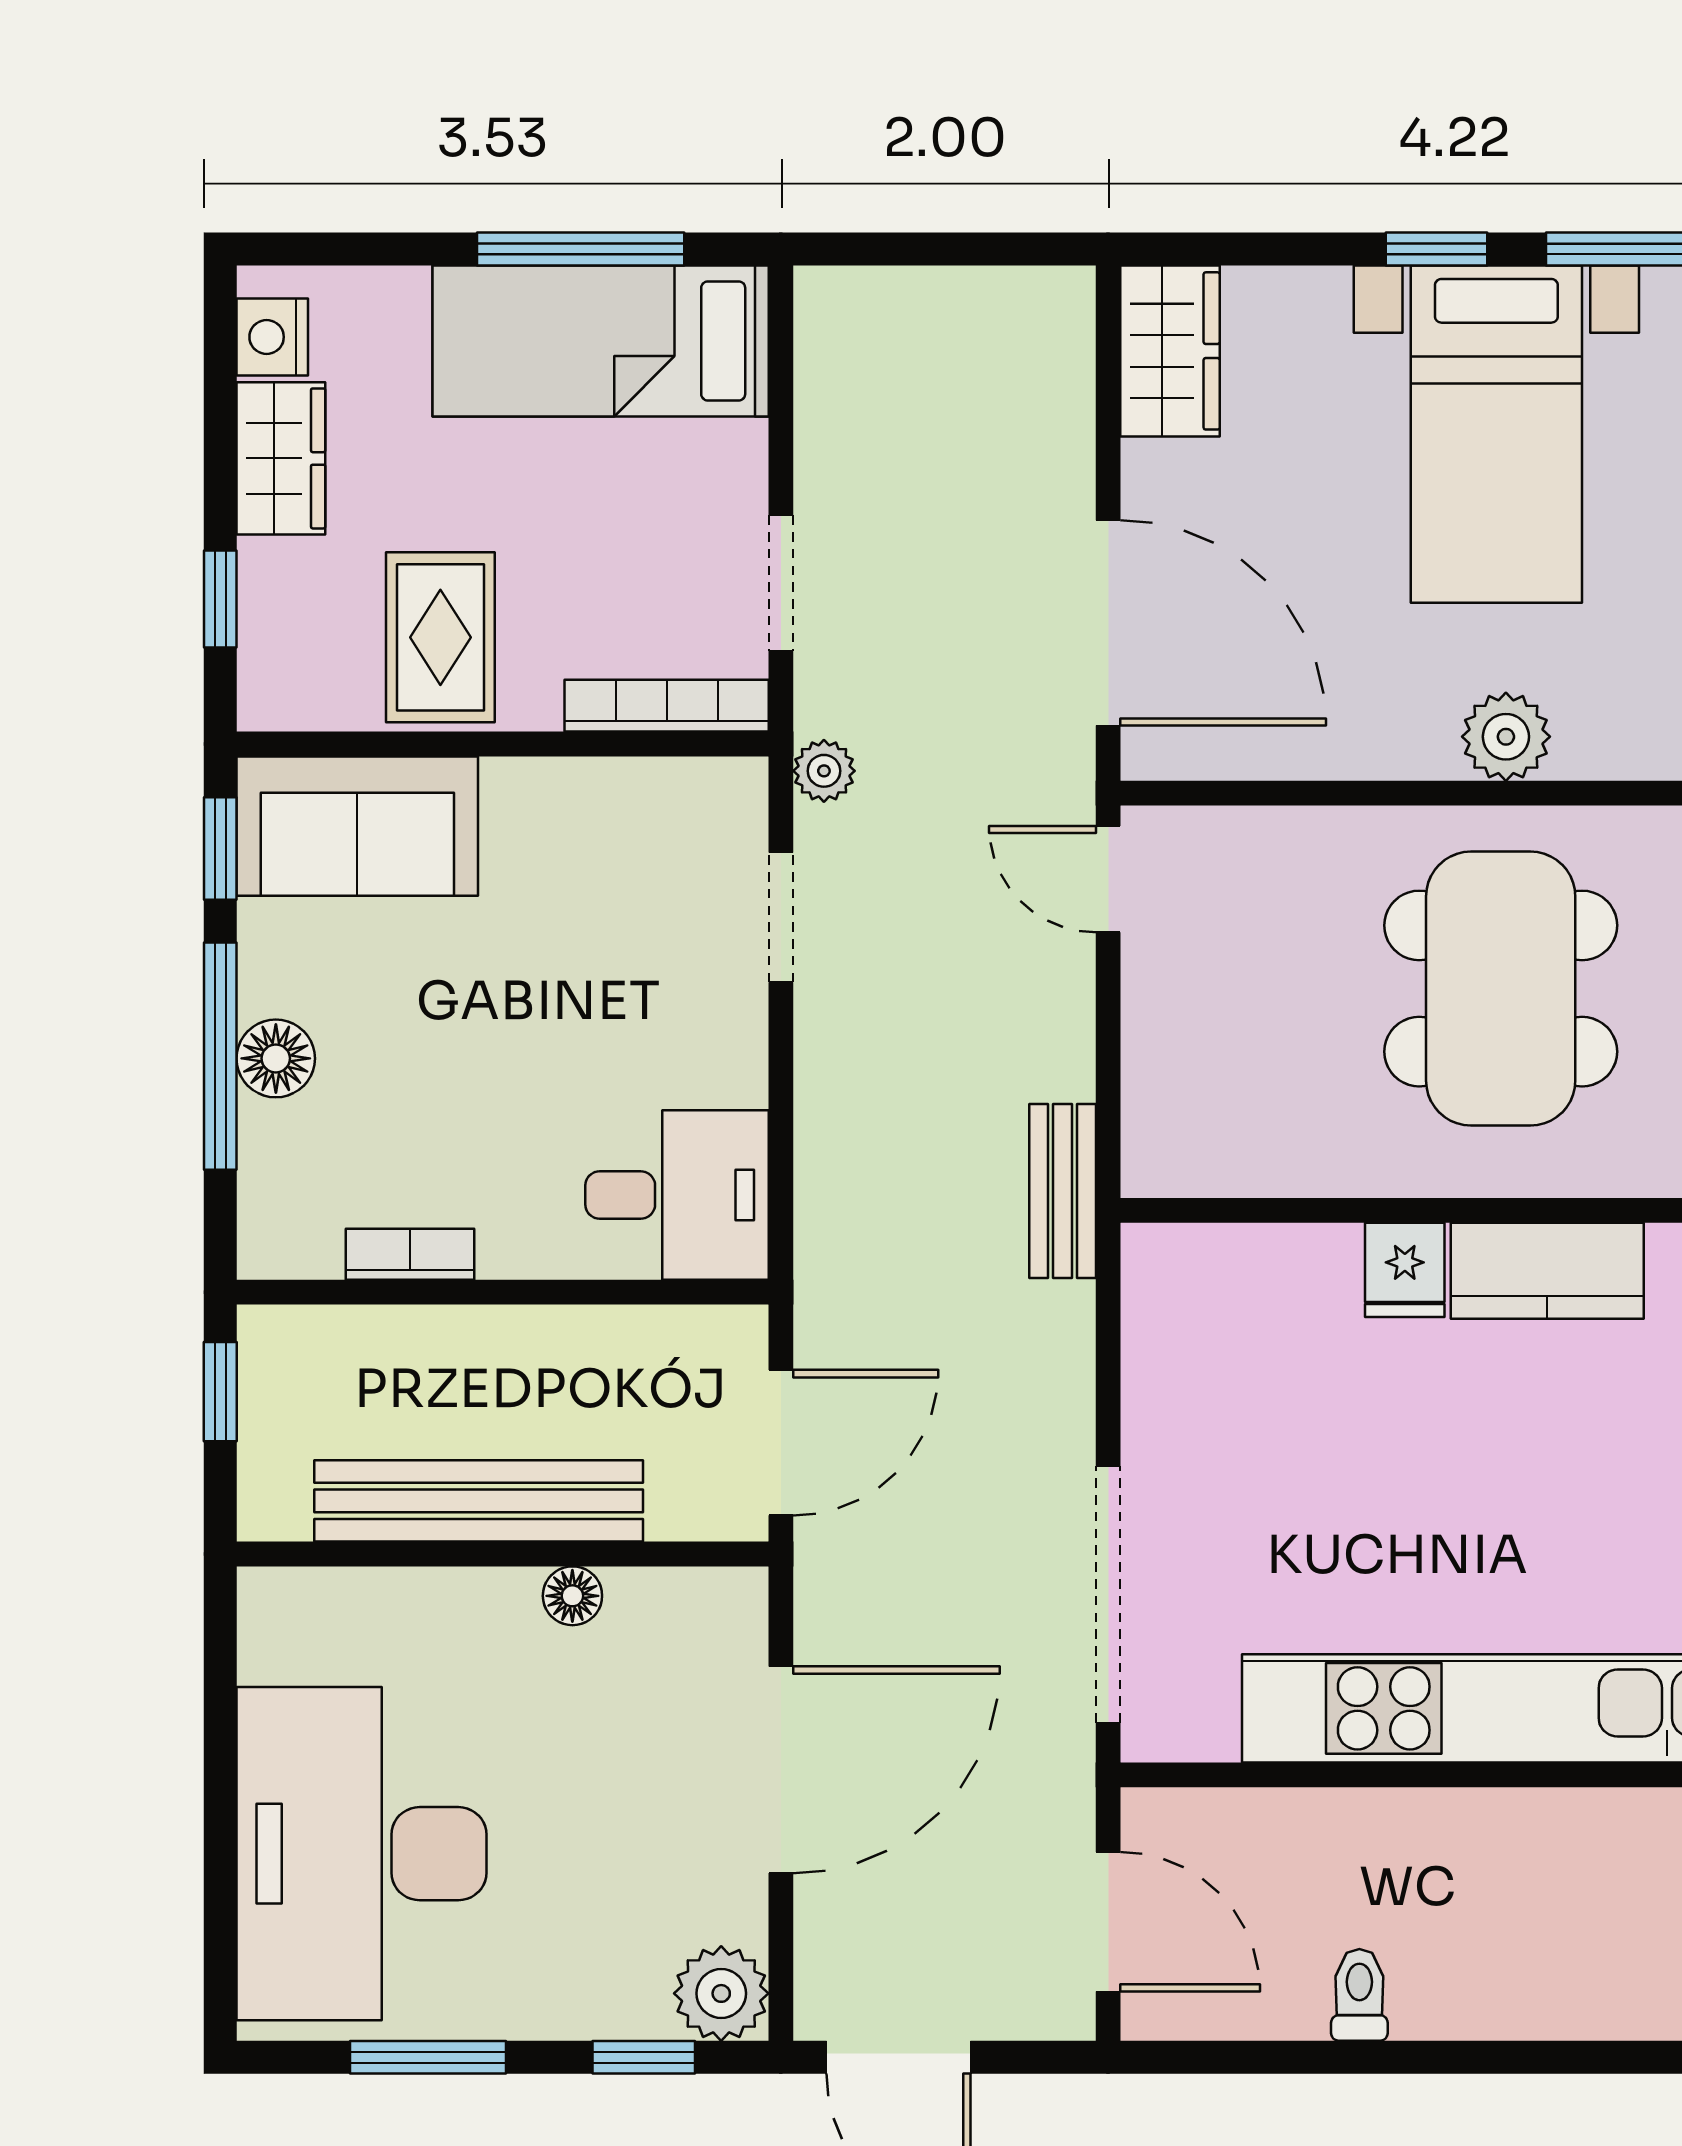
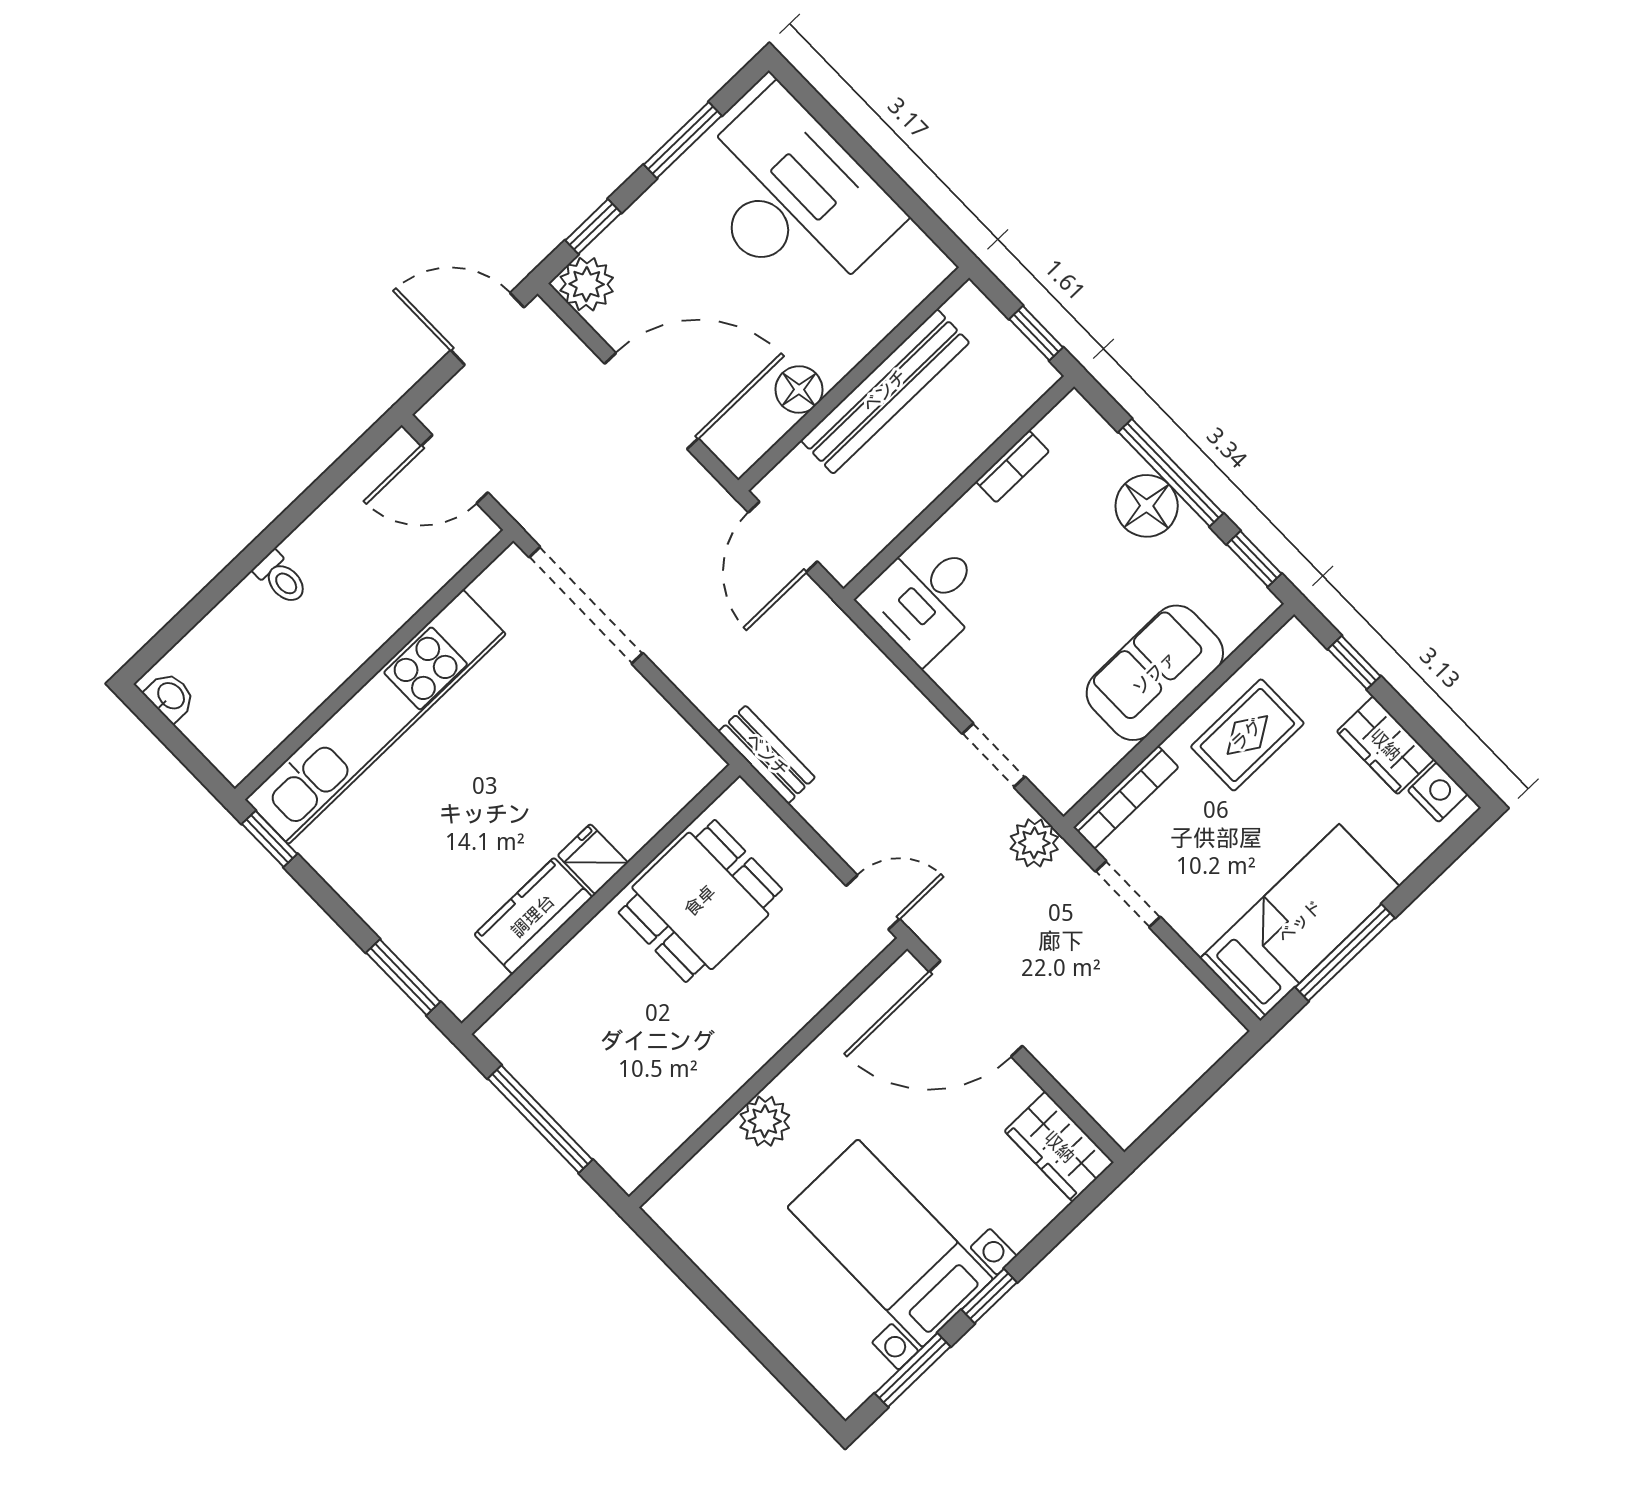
rug: (440, 637) -> (1247, 735), turned 90
plant: (824, 771) -> (1034, 843), width x1.38, depth x1.38
sofa: (357, 826) -> (1155, 673), moved
dining table: (1501, 989) -> (700, 901), moved, width x0.73
floor lamp: (276, 1058) -> (1147, 506), width x1.38, depth x1.38
floor lamp: (572, 1596) -> (799, 390), width x1.37, depth x1.37
door: (781, 1770) -> (652, 401), swing flipped
toilet: (1359, 1995) -> (281, 578), moved

